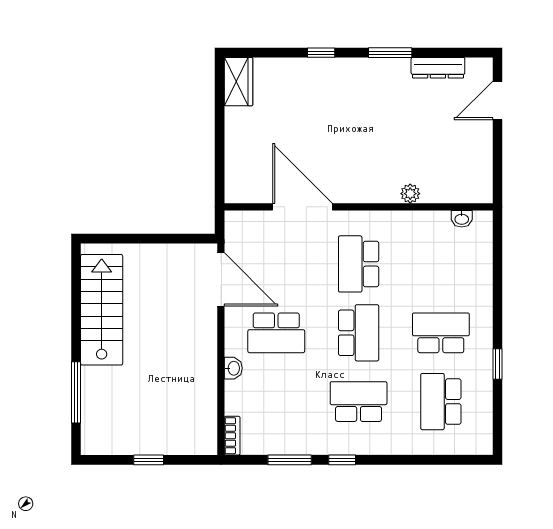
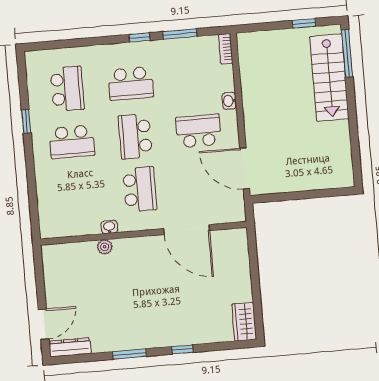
dresser: (438, 68) -> (70, 347), moved
washbasin: (462, 219) -> (109, 227), moved
stairs: (102, 310) -> (329, 78), moved
window: (76, 392) -> (347, 53), moved
window: (149, 460) -> (304, 23), moved

